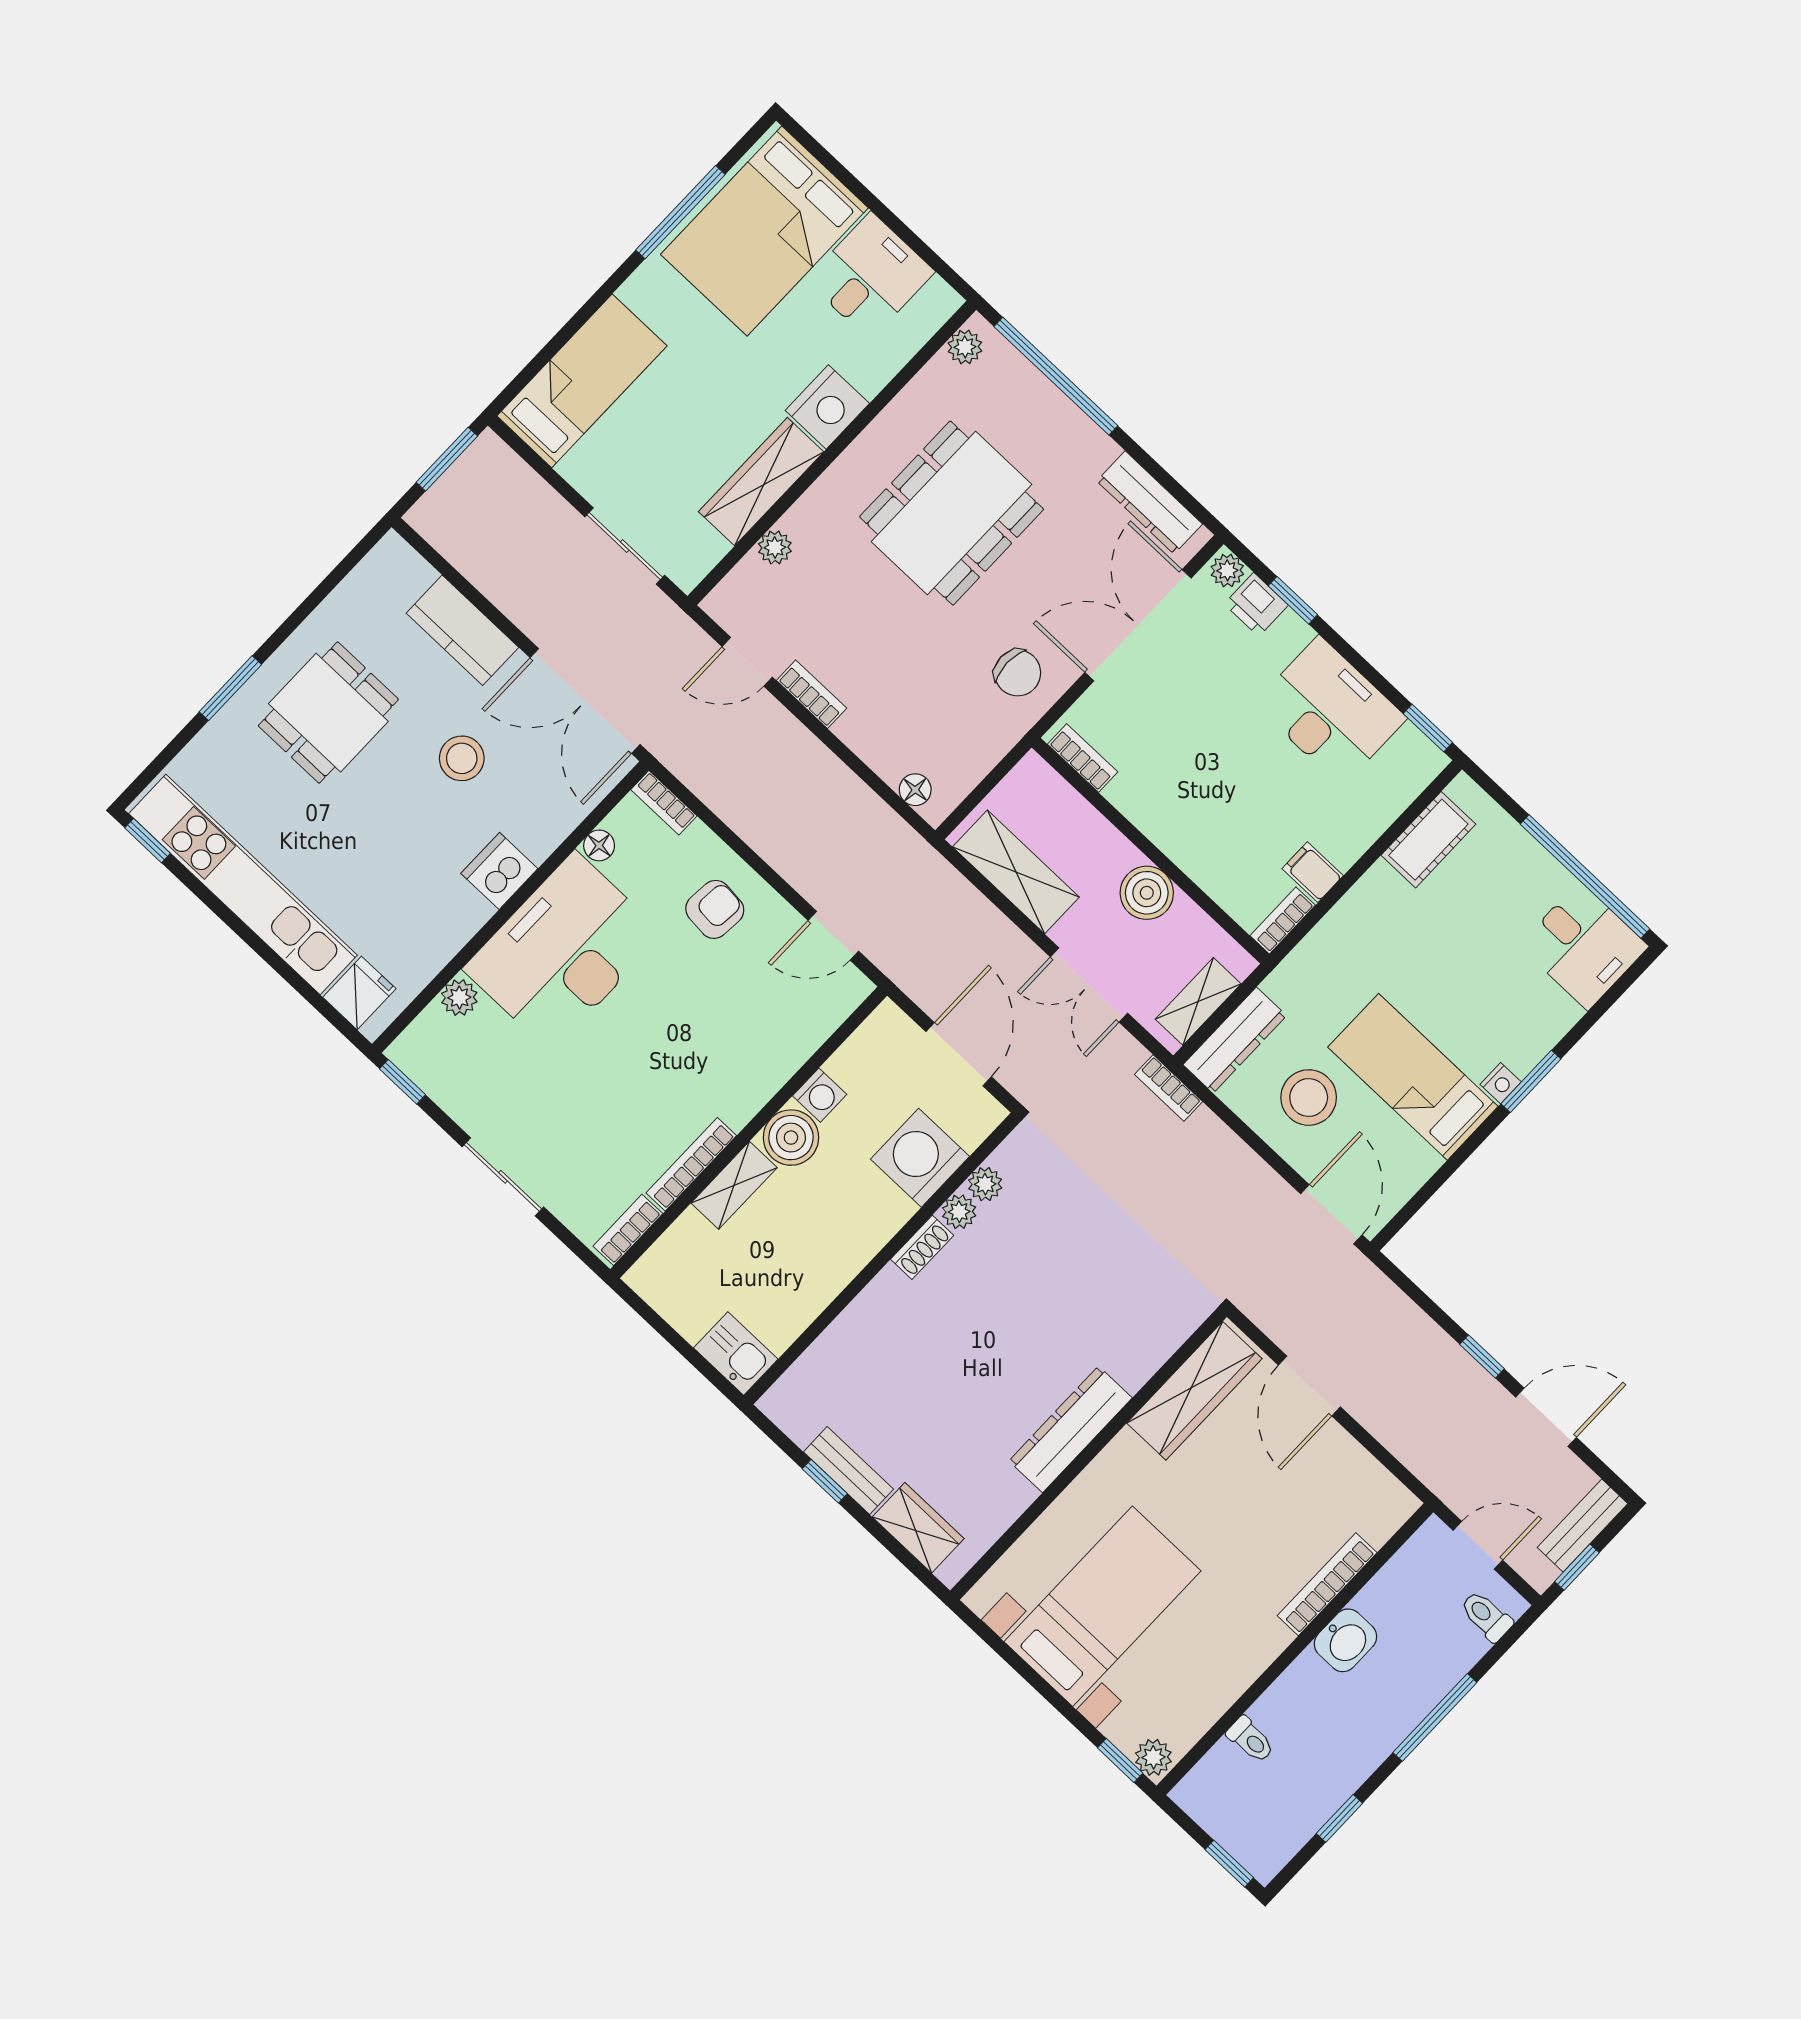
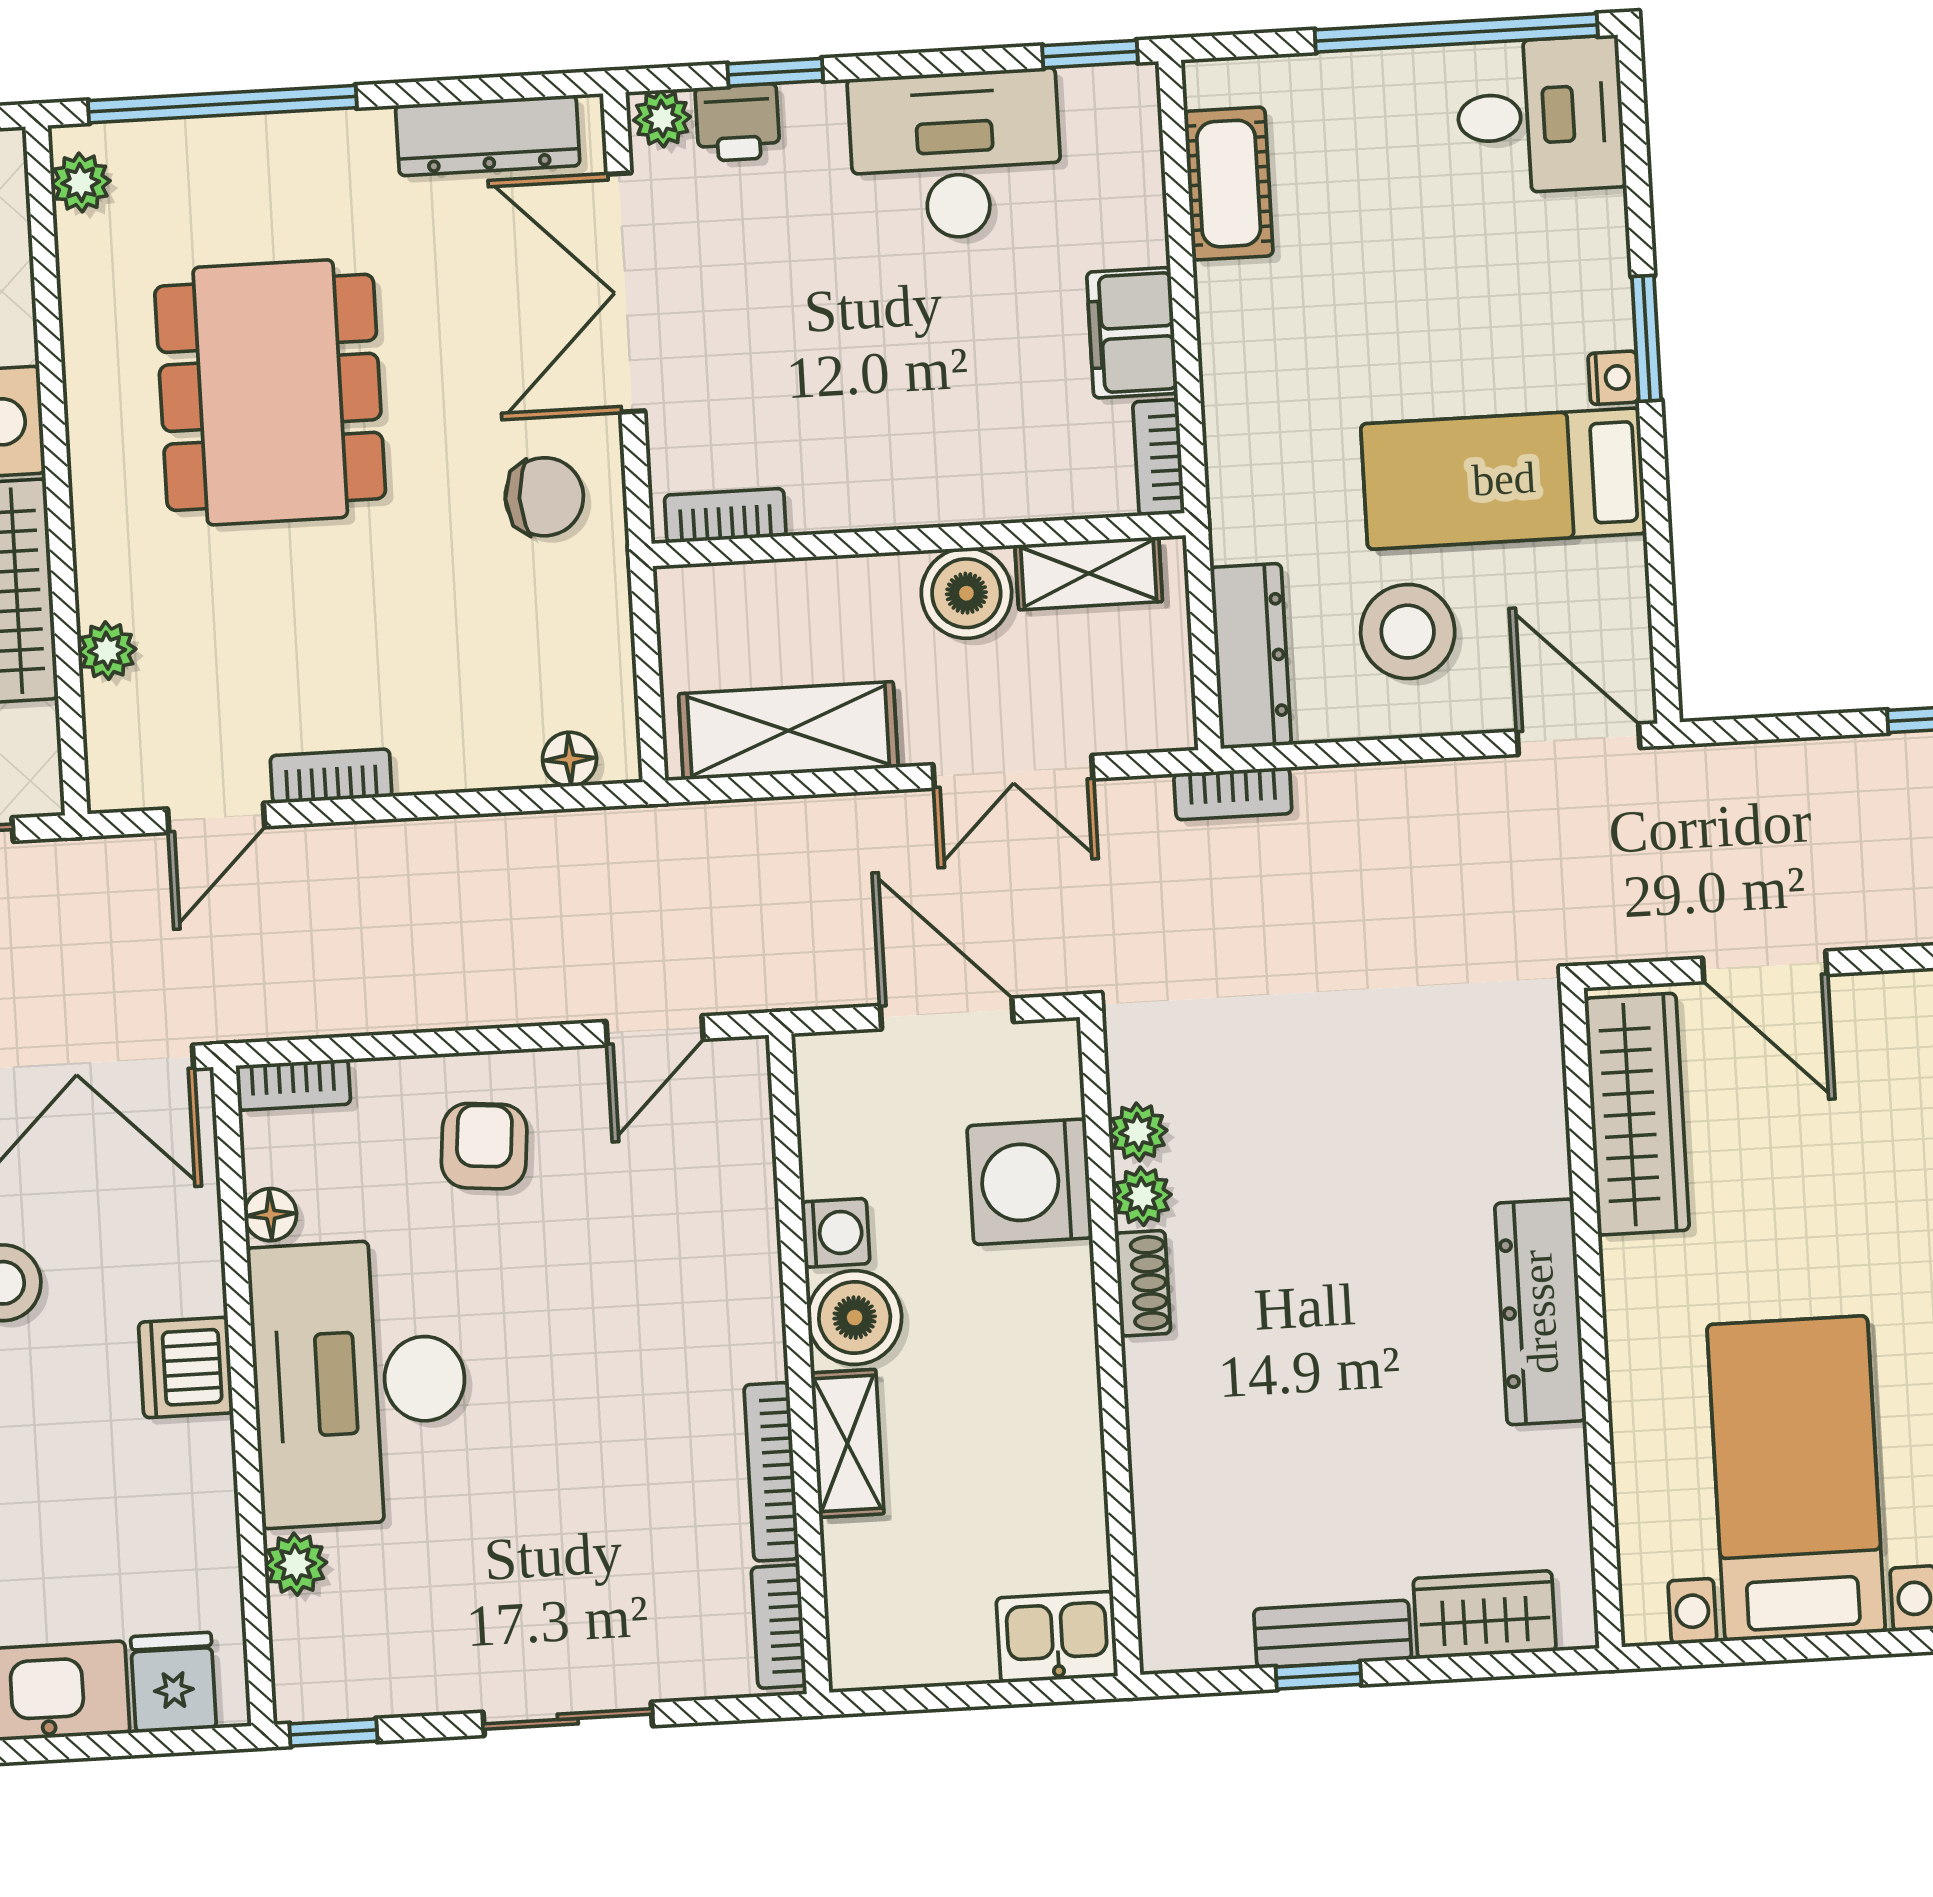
filing cabinet: (1313, 872) -> (1132, 333), width x2.00
shelving: (1198, 1001) -> (1089, 573), moved, turned 90

